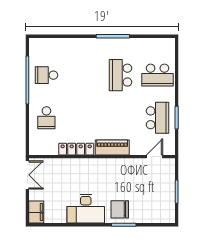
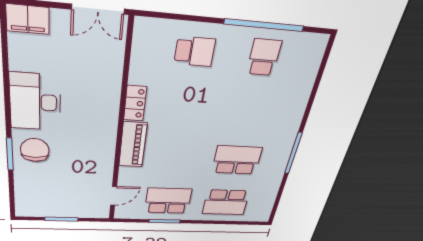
school desk: (157, 75) -> (226, 202), turned -90
school desk: (46, 118) -> (195, 51), turned 180
school desk: (157, 118) -> (168, 201), turned 180
locker: (76, 149) -> (135, 103), width x0.66
door: (155, 157) -> (114, 196), hinge flipped

